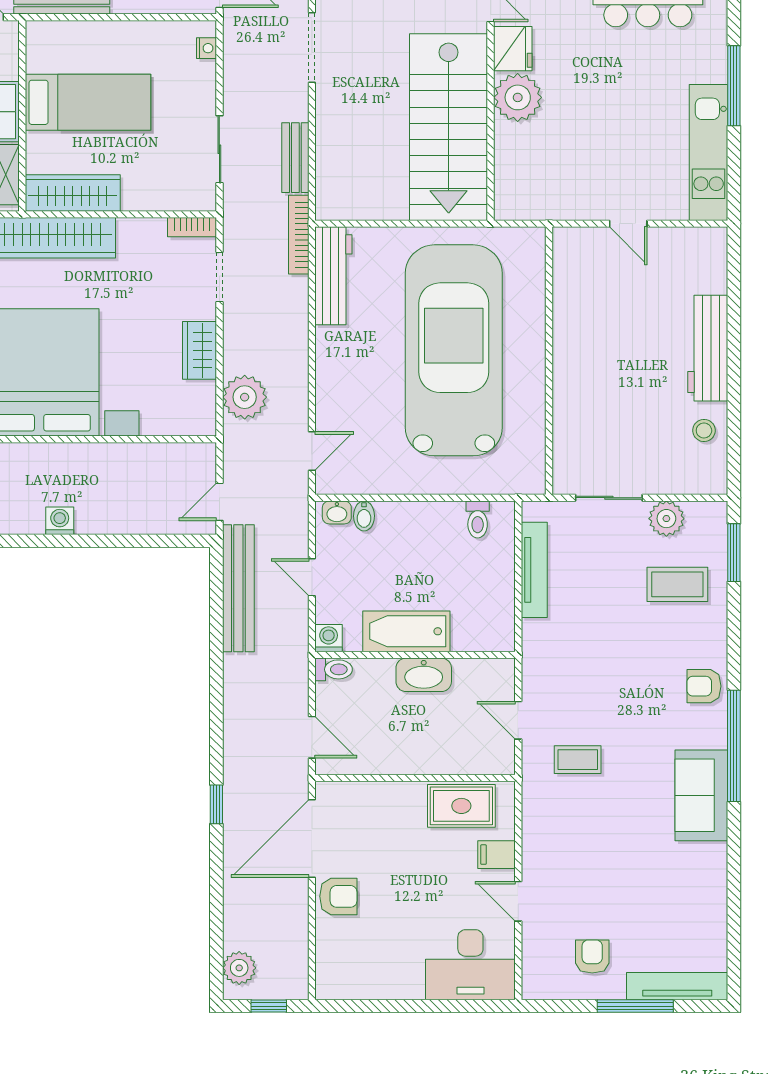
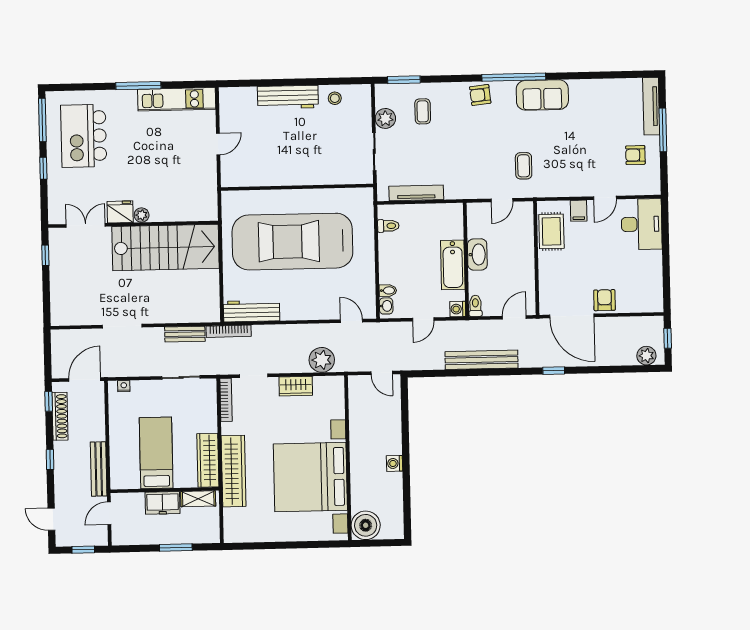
plant: (518, 97) -> (142, 215), width x0.53, depth x0.53
bookcase: (192, 227) -> (226, 400), width x1.56
coffee table: (677, 584) -> (423, 111), width x0.73, depth x0.77
bench: (238, 588) -> (482, 360), moved
armchair: (704, 686) -> (480, 95), turned 84

